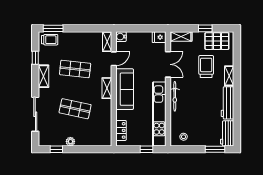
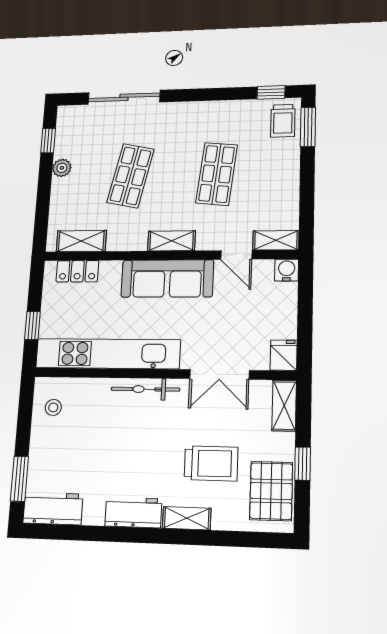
window: (35, 58) -> (271, 92), moved
shelving: (44, 76) -> (81, 241), moved
workbench: (228, 103) -> (133, 512), width x0.73

